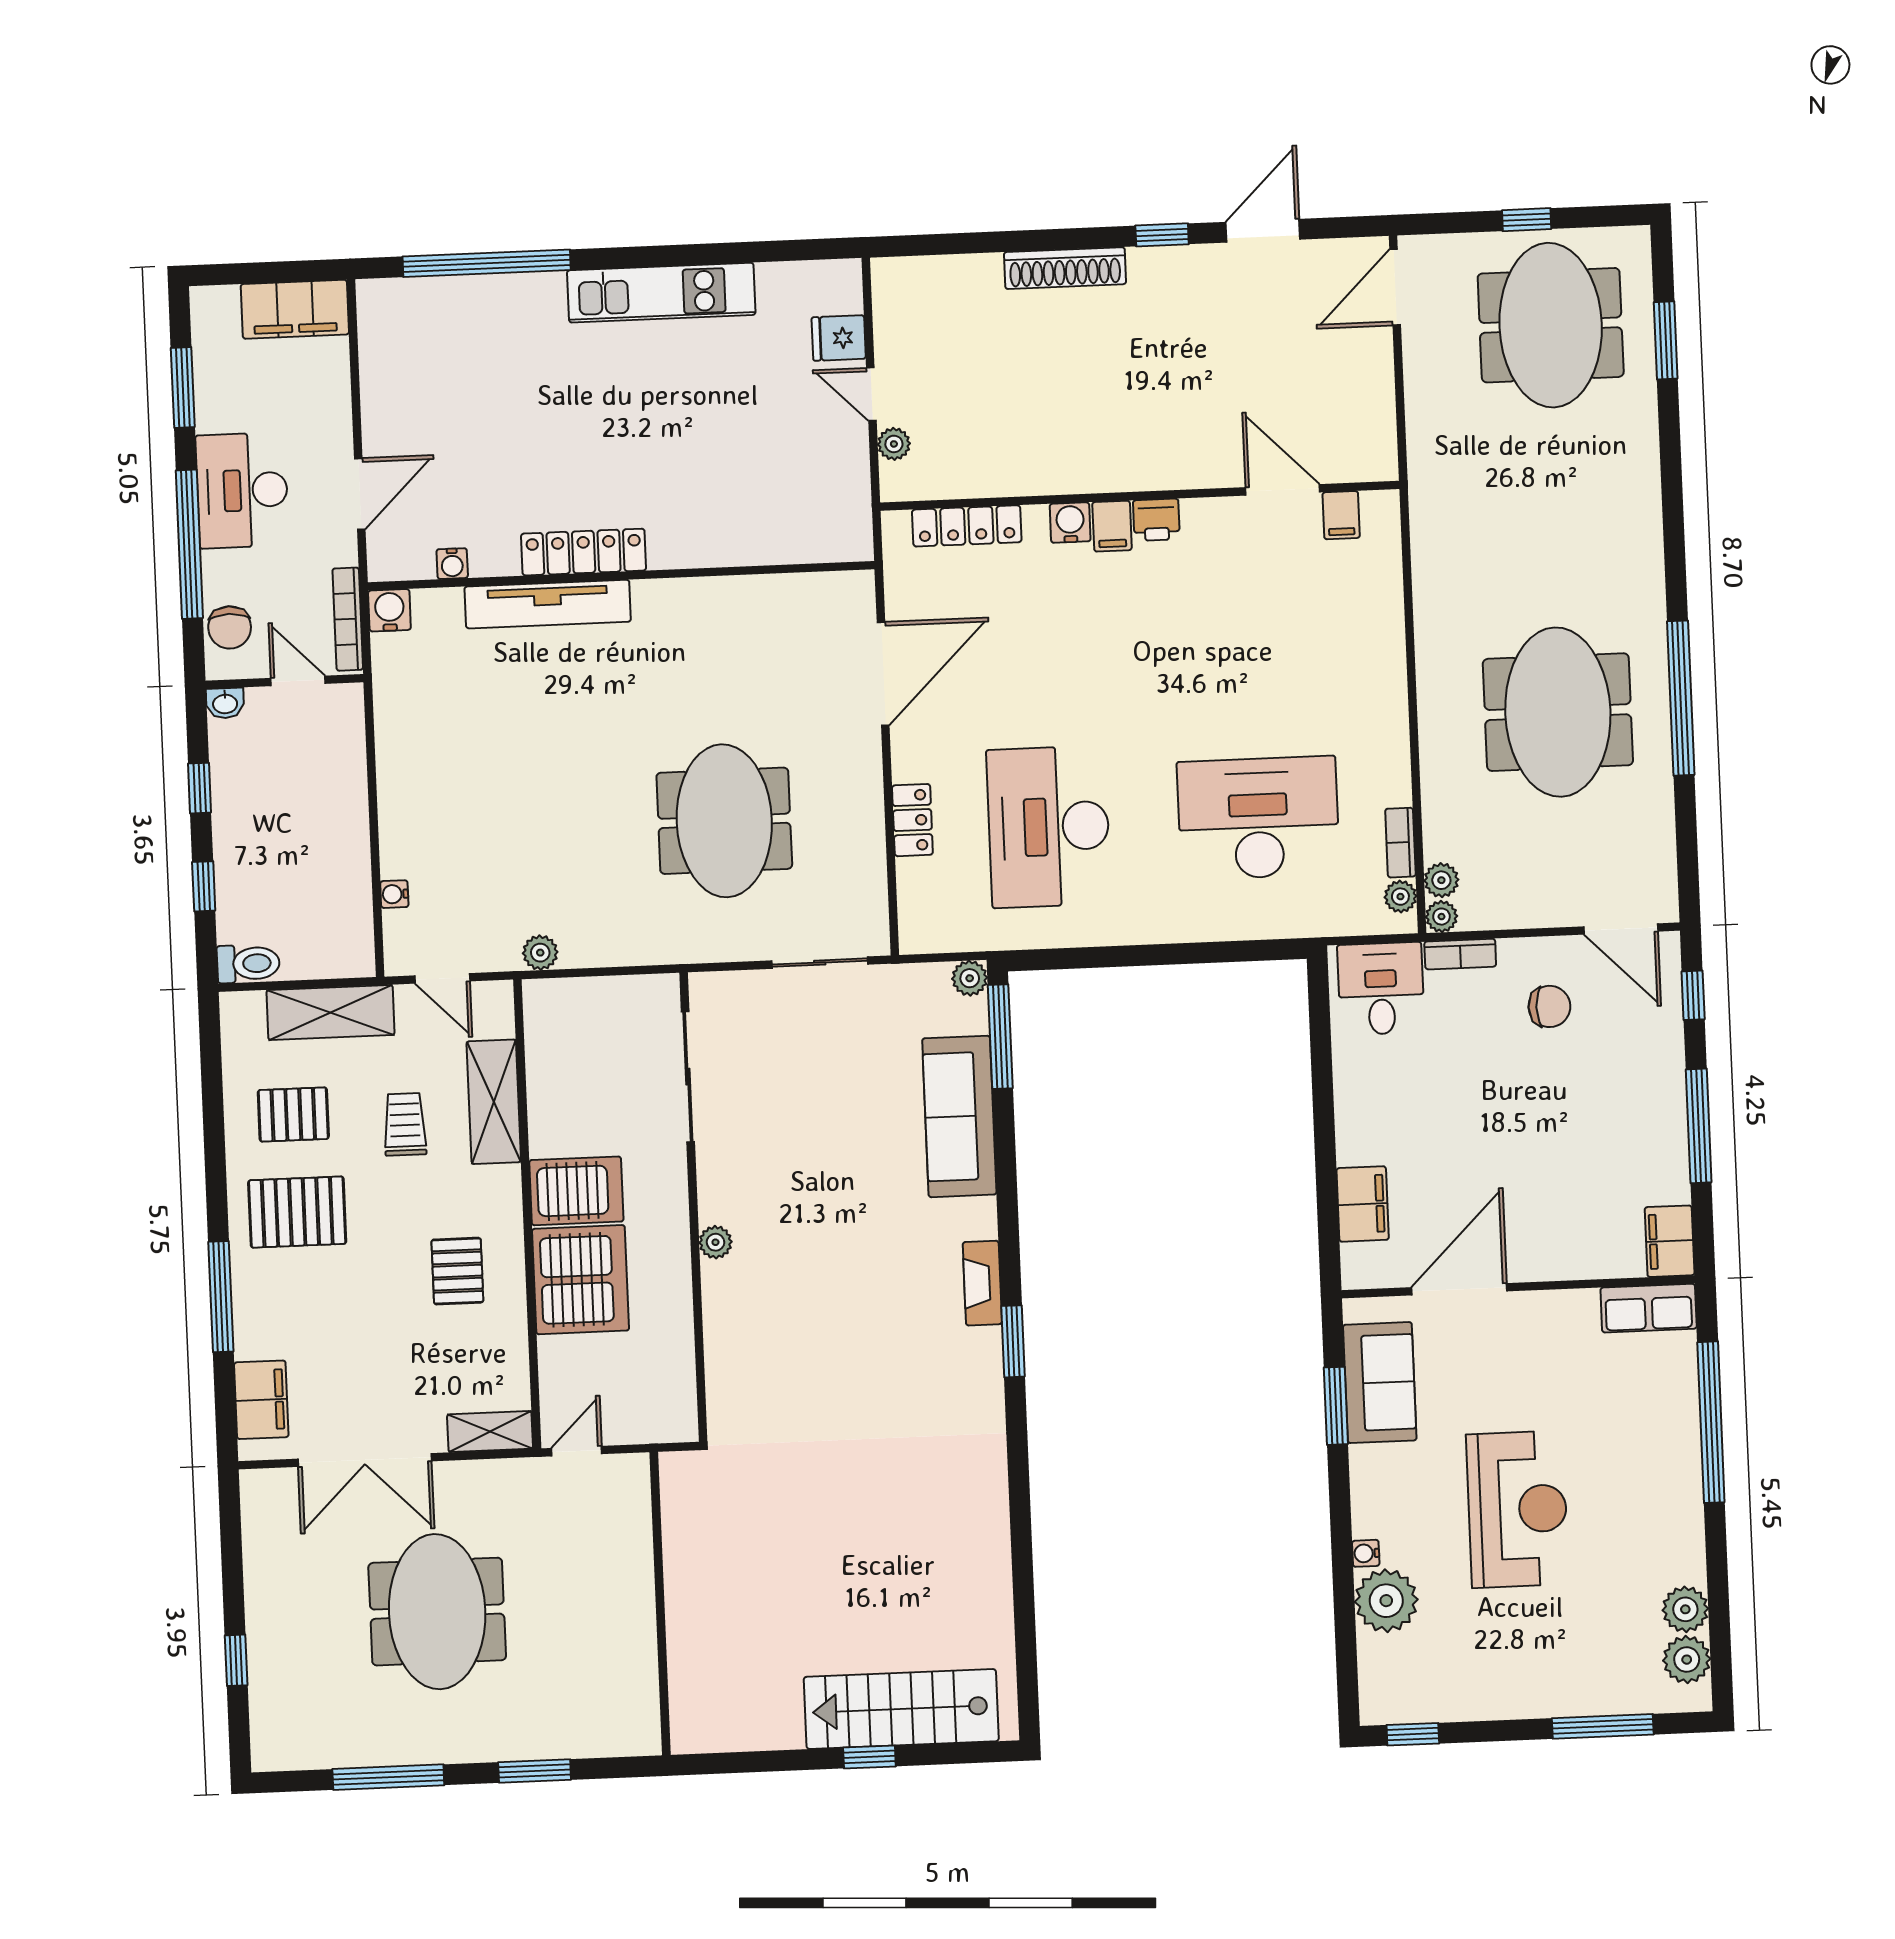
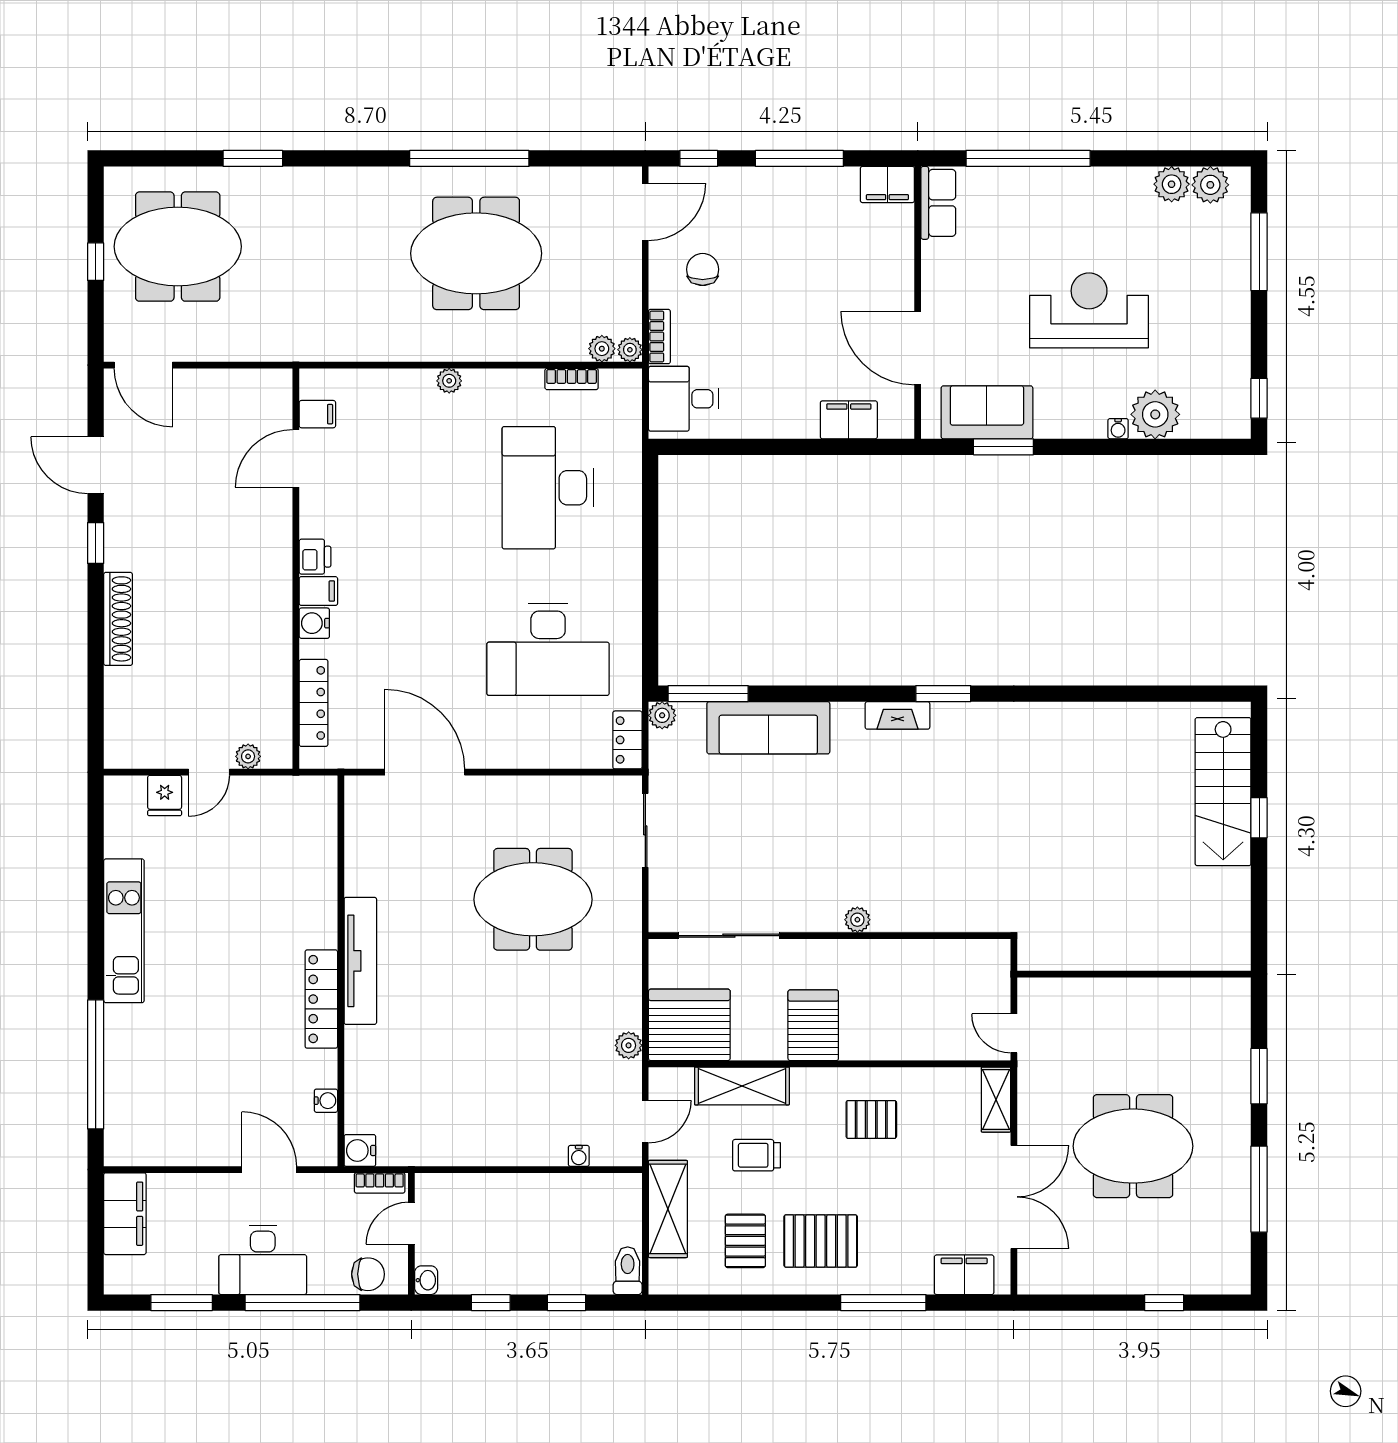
window: (1666, 340) -> (253, 158), moved
tv unit: (548, 604) -> (360, 961), moved
bookcase: (348, 619) -> (380, 1183), width x0.64
locker: (912, 820) -> (627, 740), moved, turned -90
plant: (1400, 897) -> (449, 381), moved
pallet: (297, 1212) -> (821, 1241), turned 90
server rack: (581, 1280) -> (689, 1025), moved

